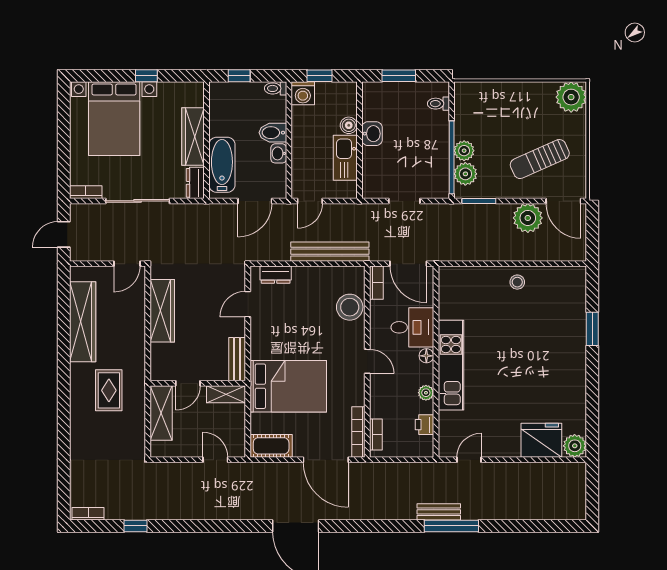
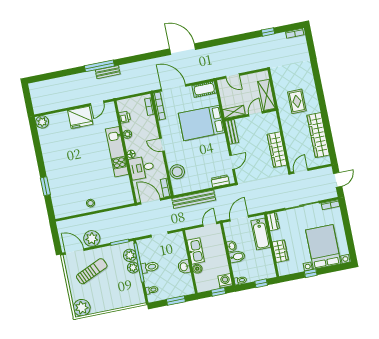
wardrobe: (193, 137) -> (280, 251), width x0.67
toilet: (434, 145) -> (150, 267), added
fridge: (541, 440) -> (80, 117), moved

